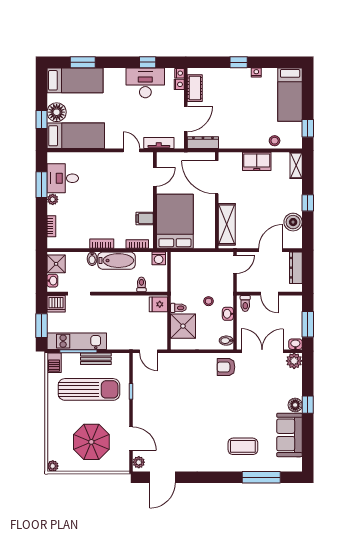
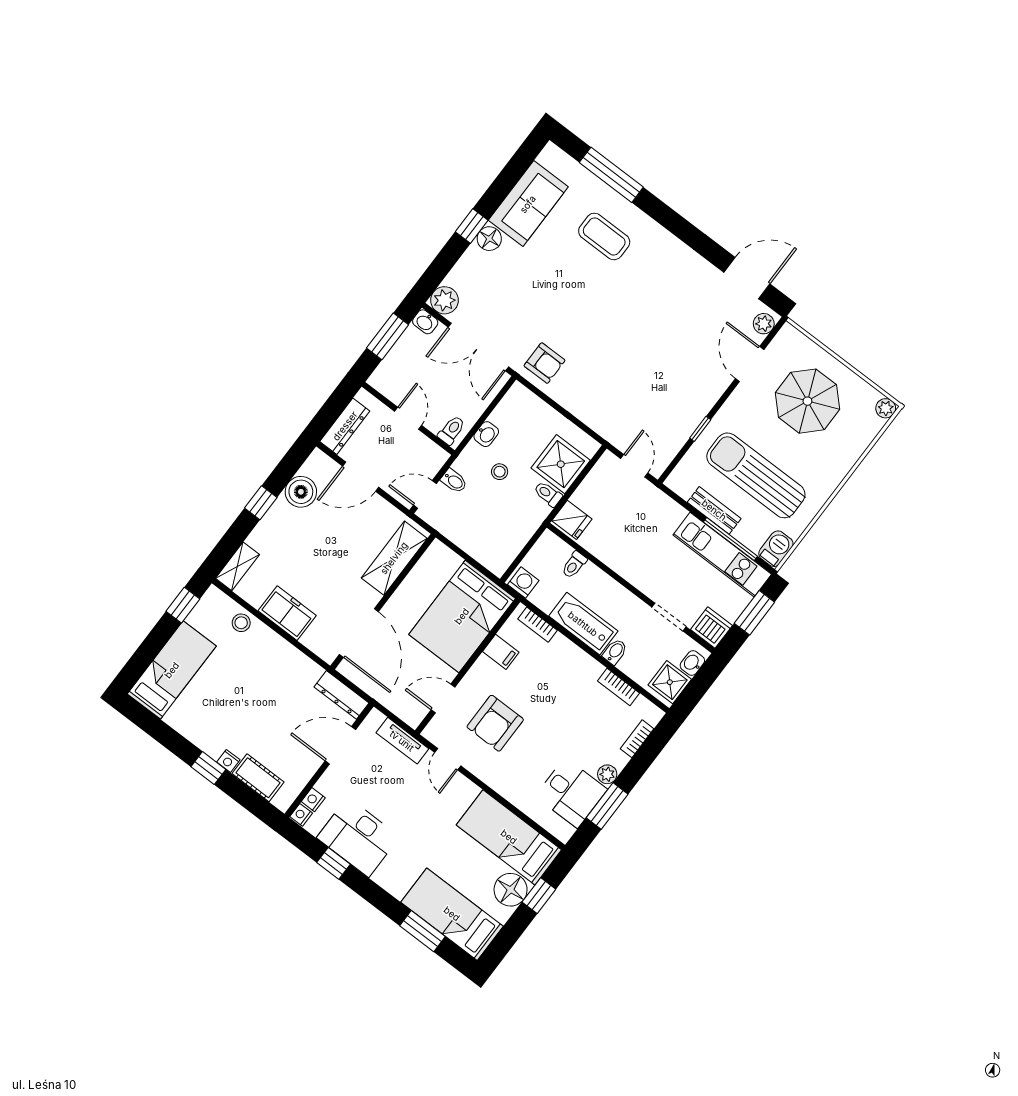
nightstand: (256, 72) -> (228, 761), moved
cot: (195, 88) -> (258, 778), moved, turned 90
armchair: (122, 184) -> (495, 723), added
bookcase: (102, 244) -> (619, 687), moved
bidet: (226, 341) -> (454, 481), moved

